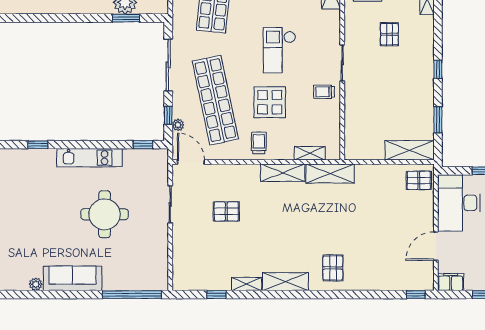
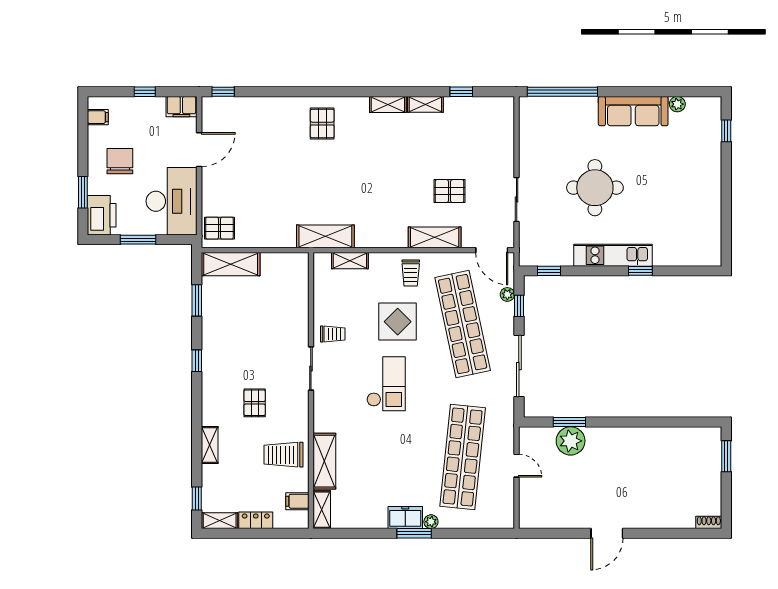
window: (38, 145) -> (640, 271), moved
shelving: (283, 173) -> (435, 237), moved
shelving: (285, 282) -> (388, 105), width x0.67, depth x0.75

